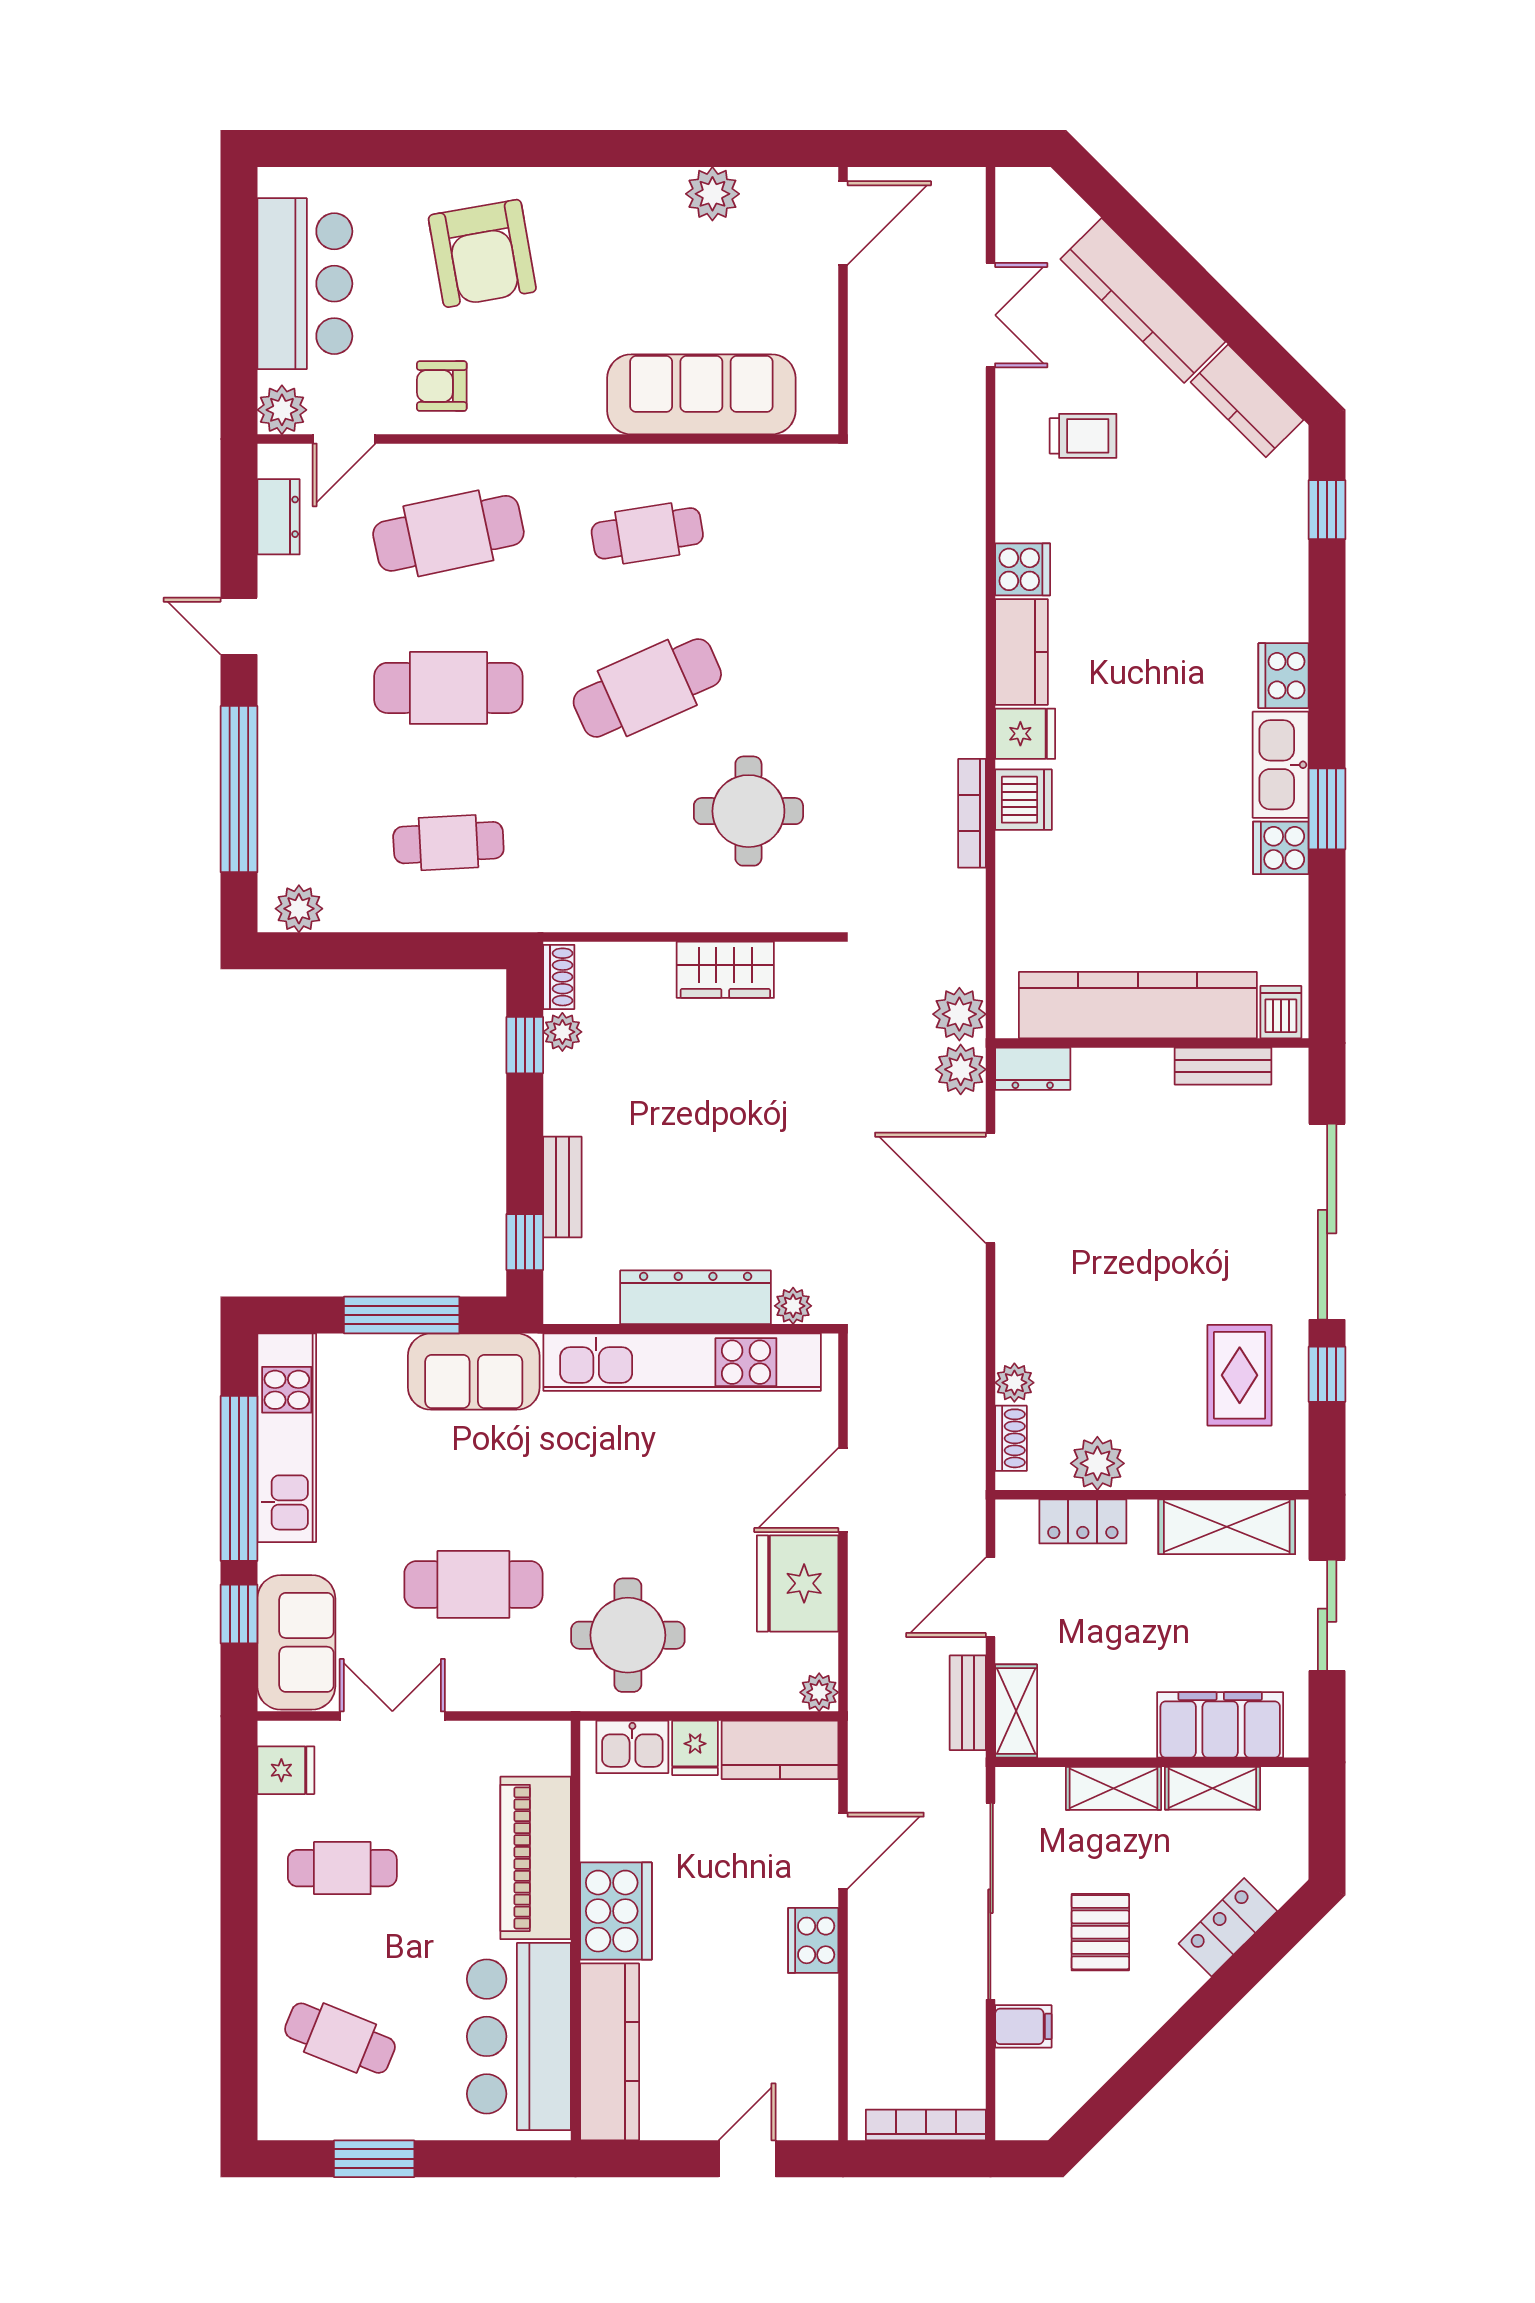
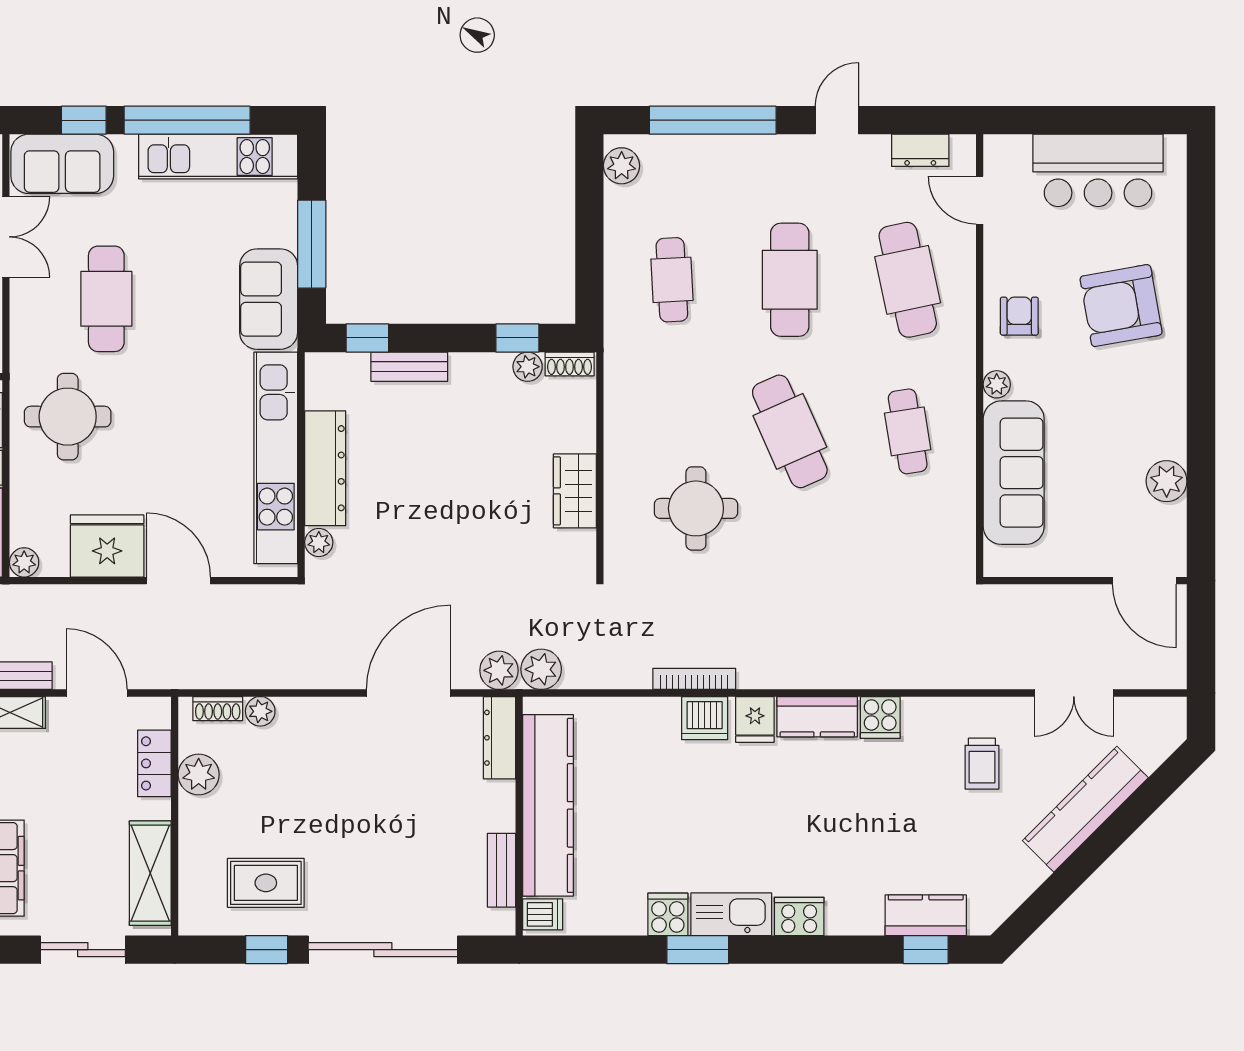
armchair: (442, 386) -> (1019, 316), moved
kitchen counter: (1247, 401) -> (926, 915), moved, turned 45
plant: (282, 410) -> (997, 384), moved, width x0.73, depth x0.73
dresser: (1033, 1069) -> (499, 738), width x1.44

